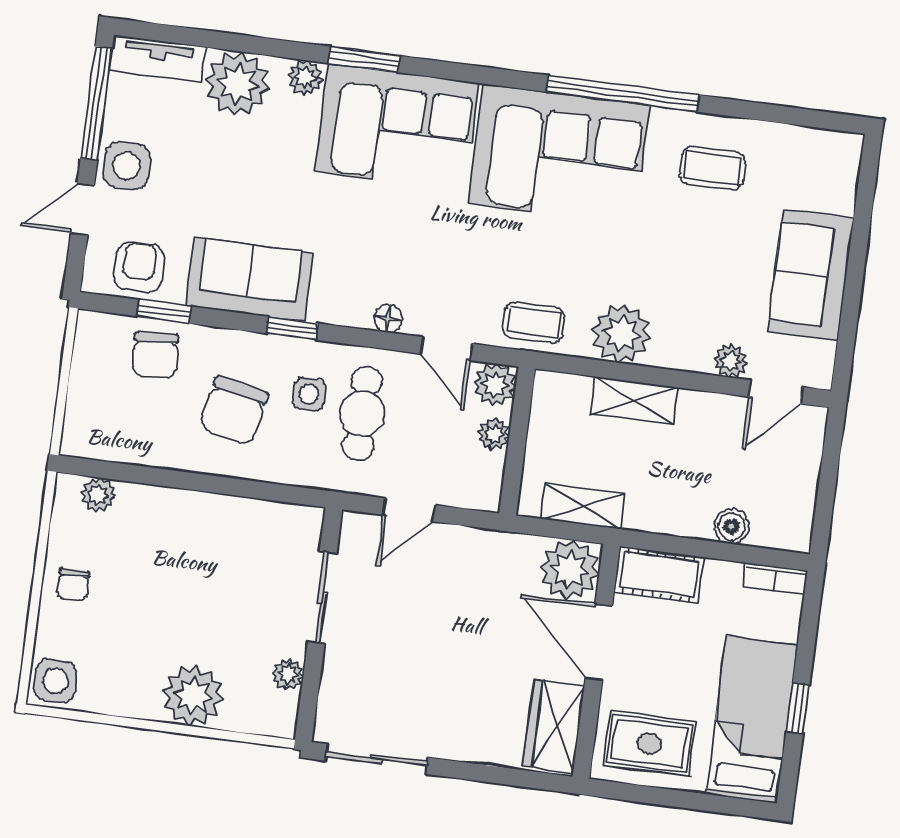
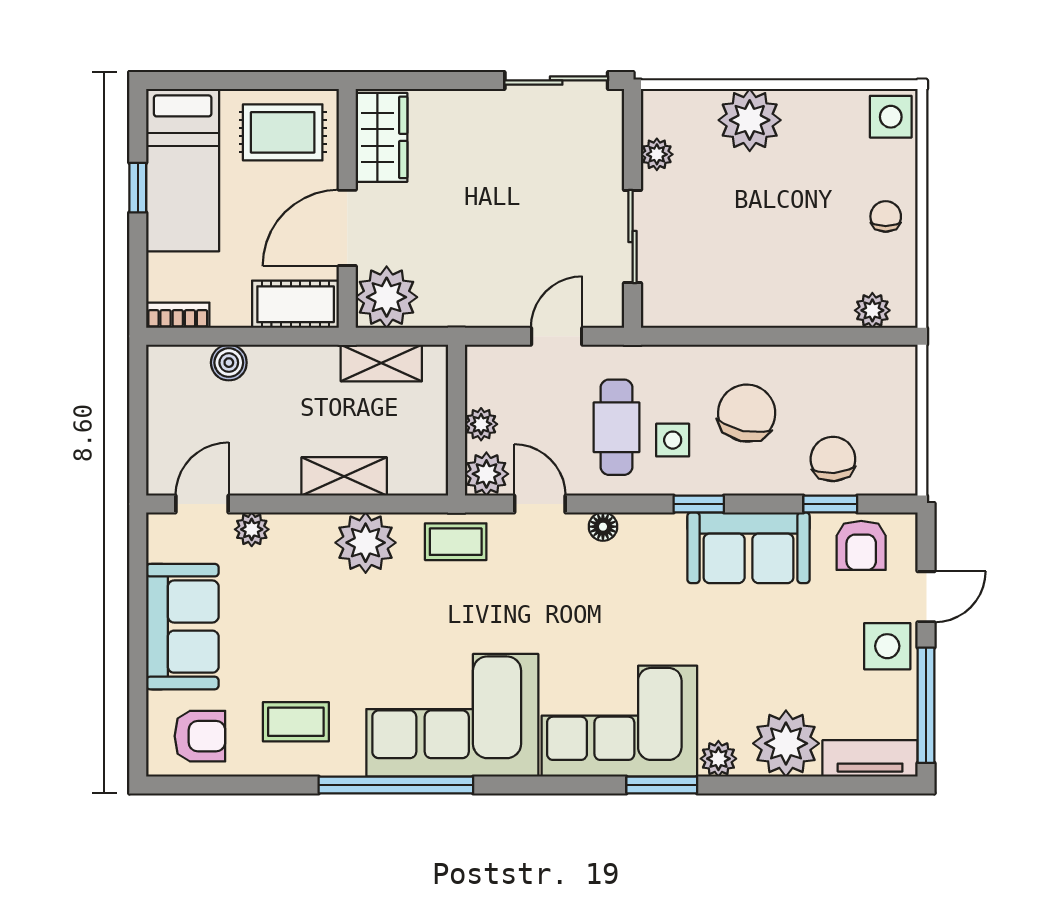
armchair: (808, 166) -> (200, 736), added
door: (599, 642) -> (347, 228), swing flipped

